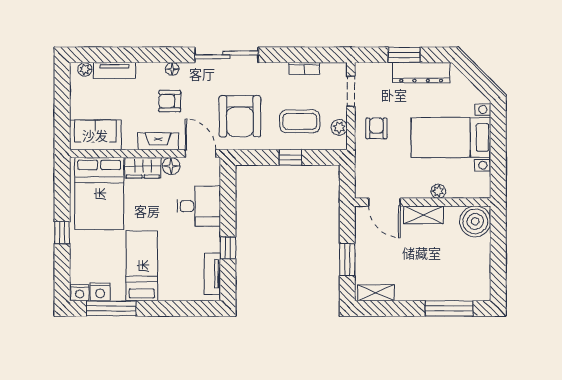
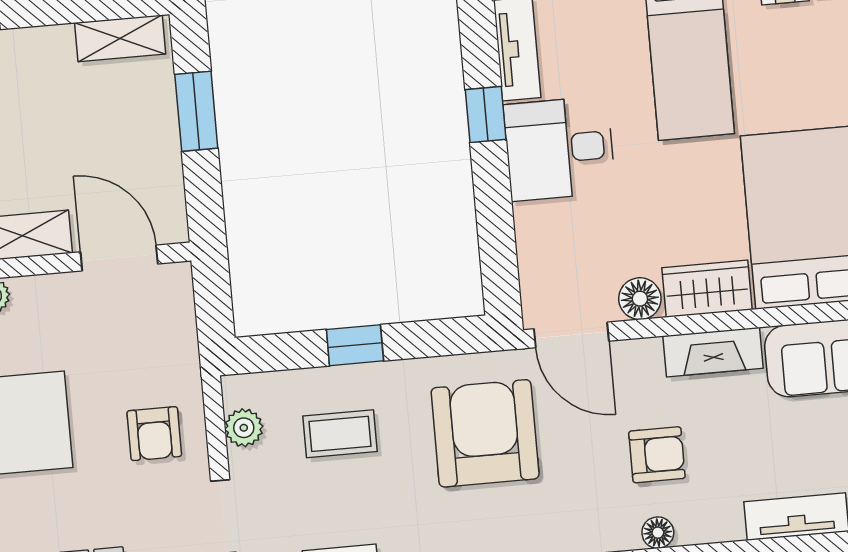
coffee table: (300, 121) -> (340, 434), width x0.73, depth x0.77
fireplace: (158, 141) -> (713, 352), moved
desk: (199, 206) -> (559, 149), moved

